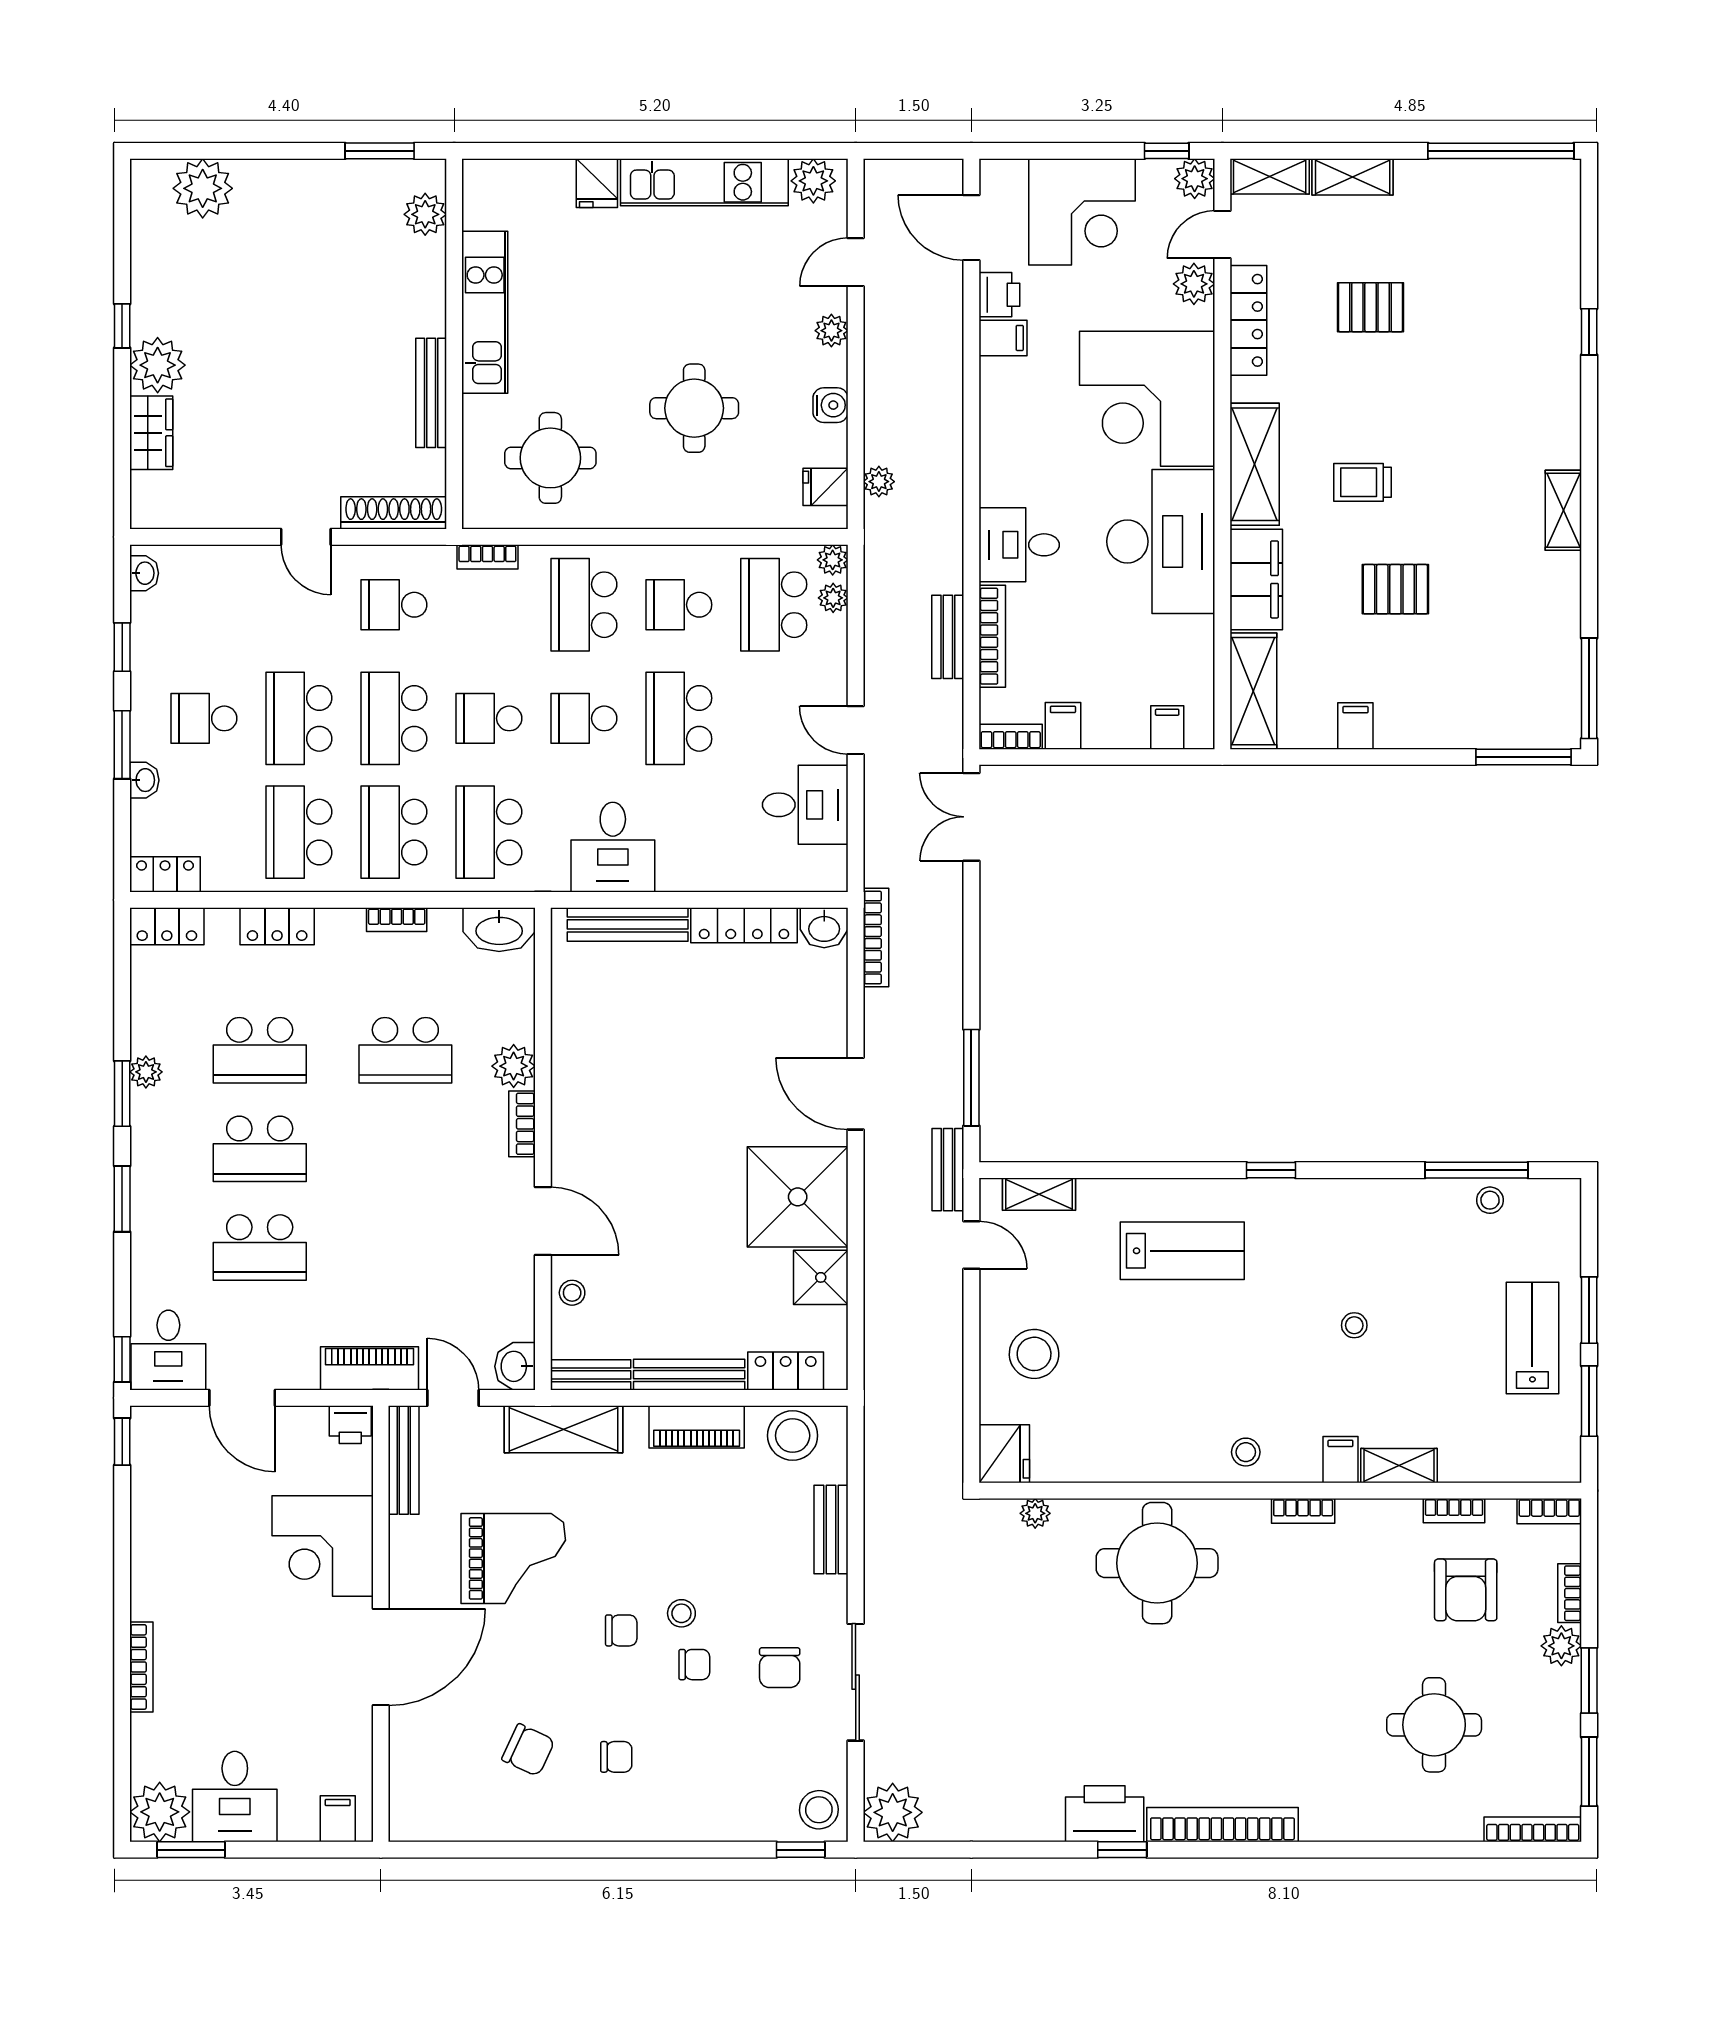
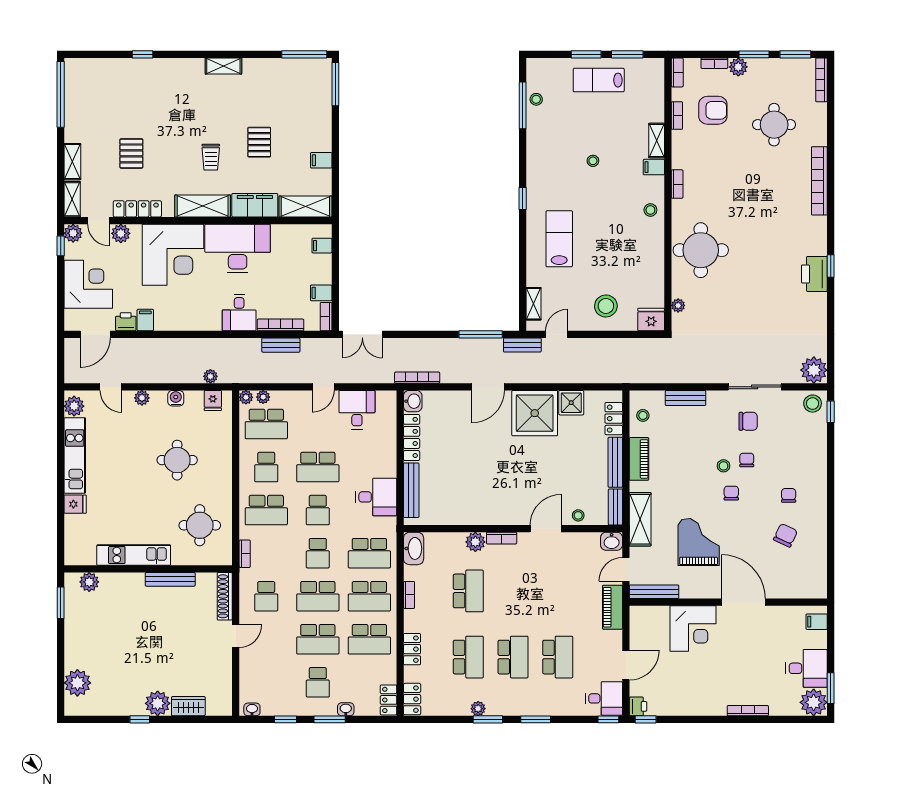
printer: (350, 1425) -> (638, 706), moved
stool: (793, 1436) -> (643, 415), width x0.53, depth x0.53
bookcase: (1222, 1825) -> (819, 181), moved

